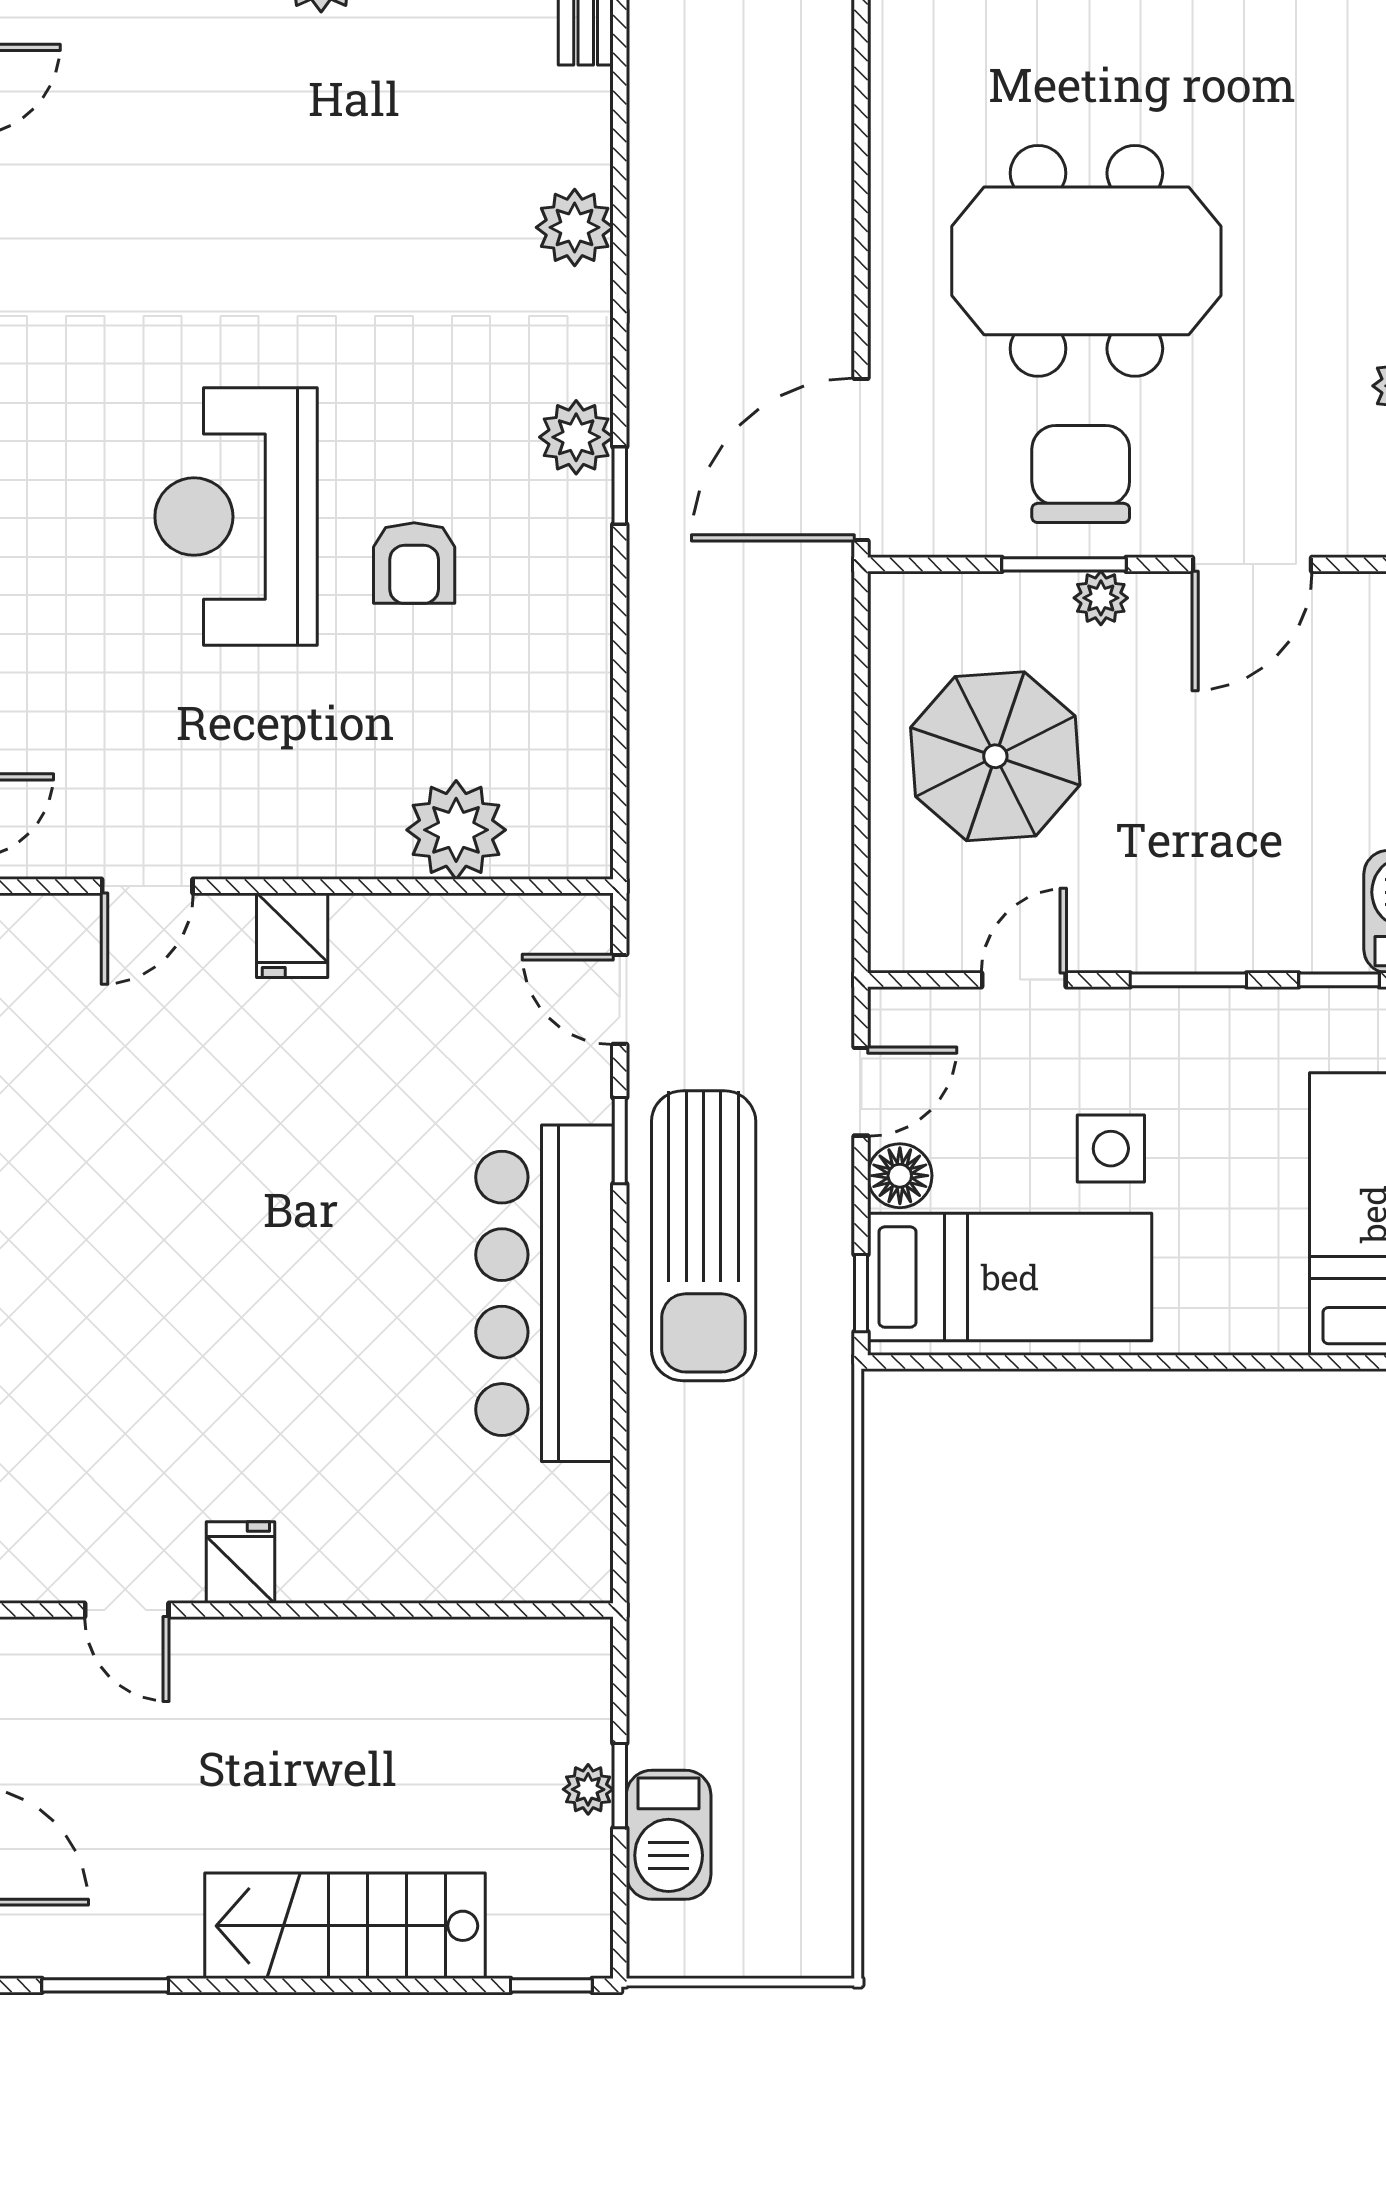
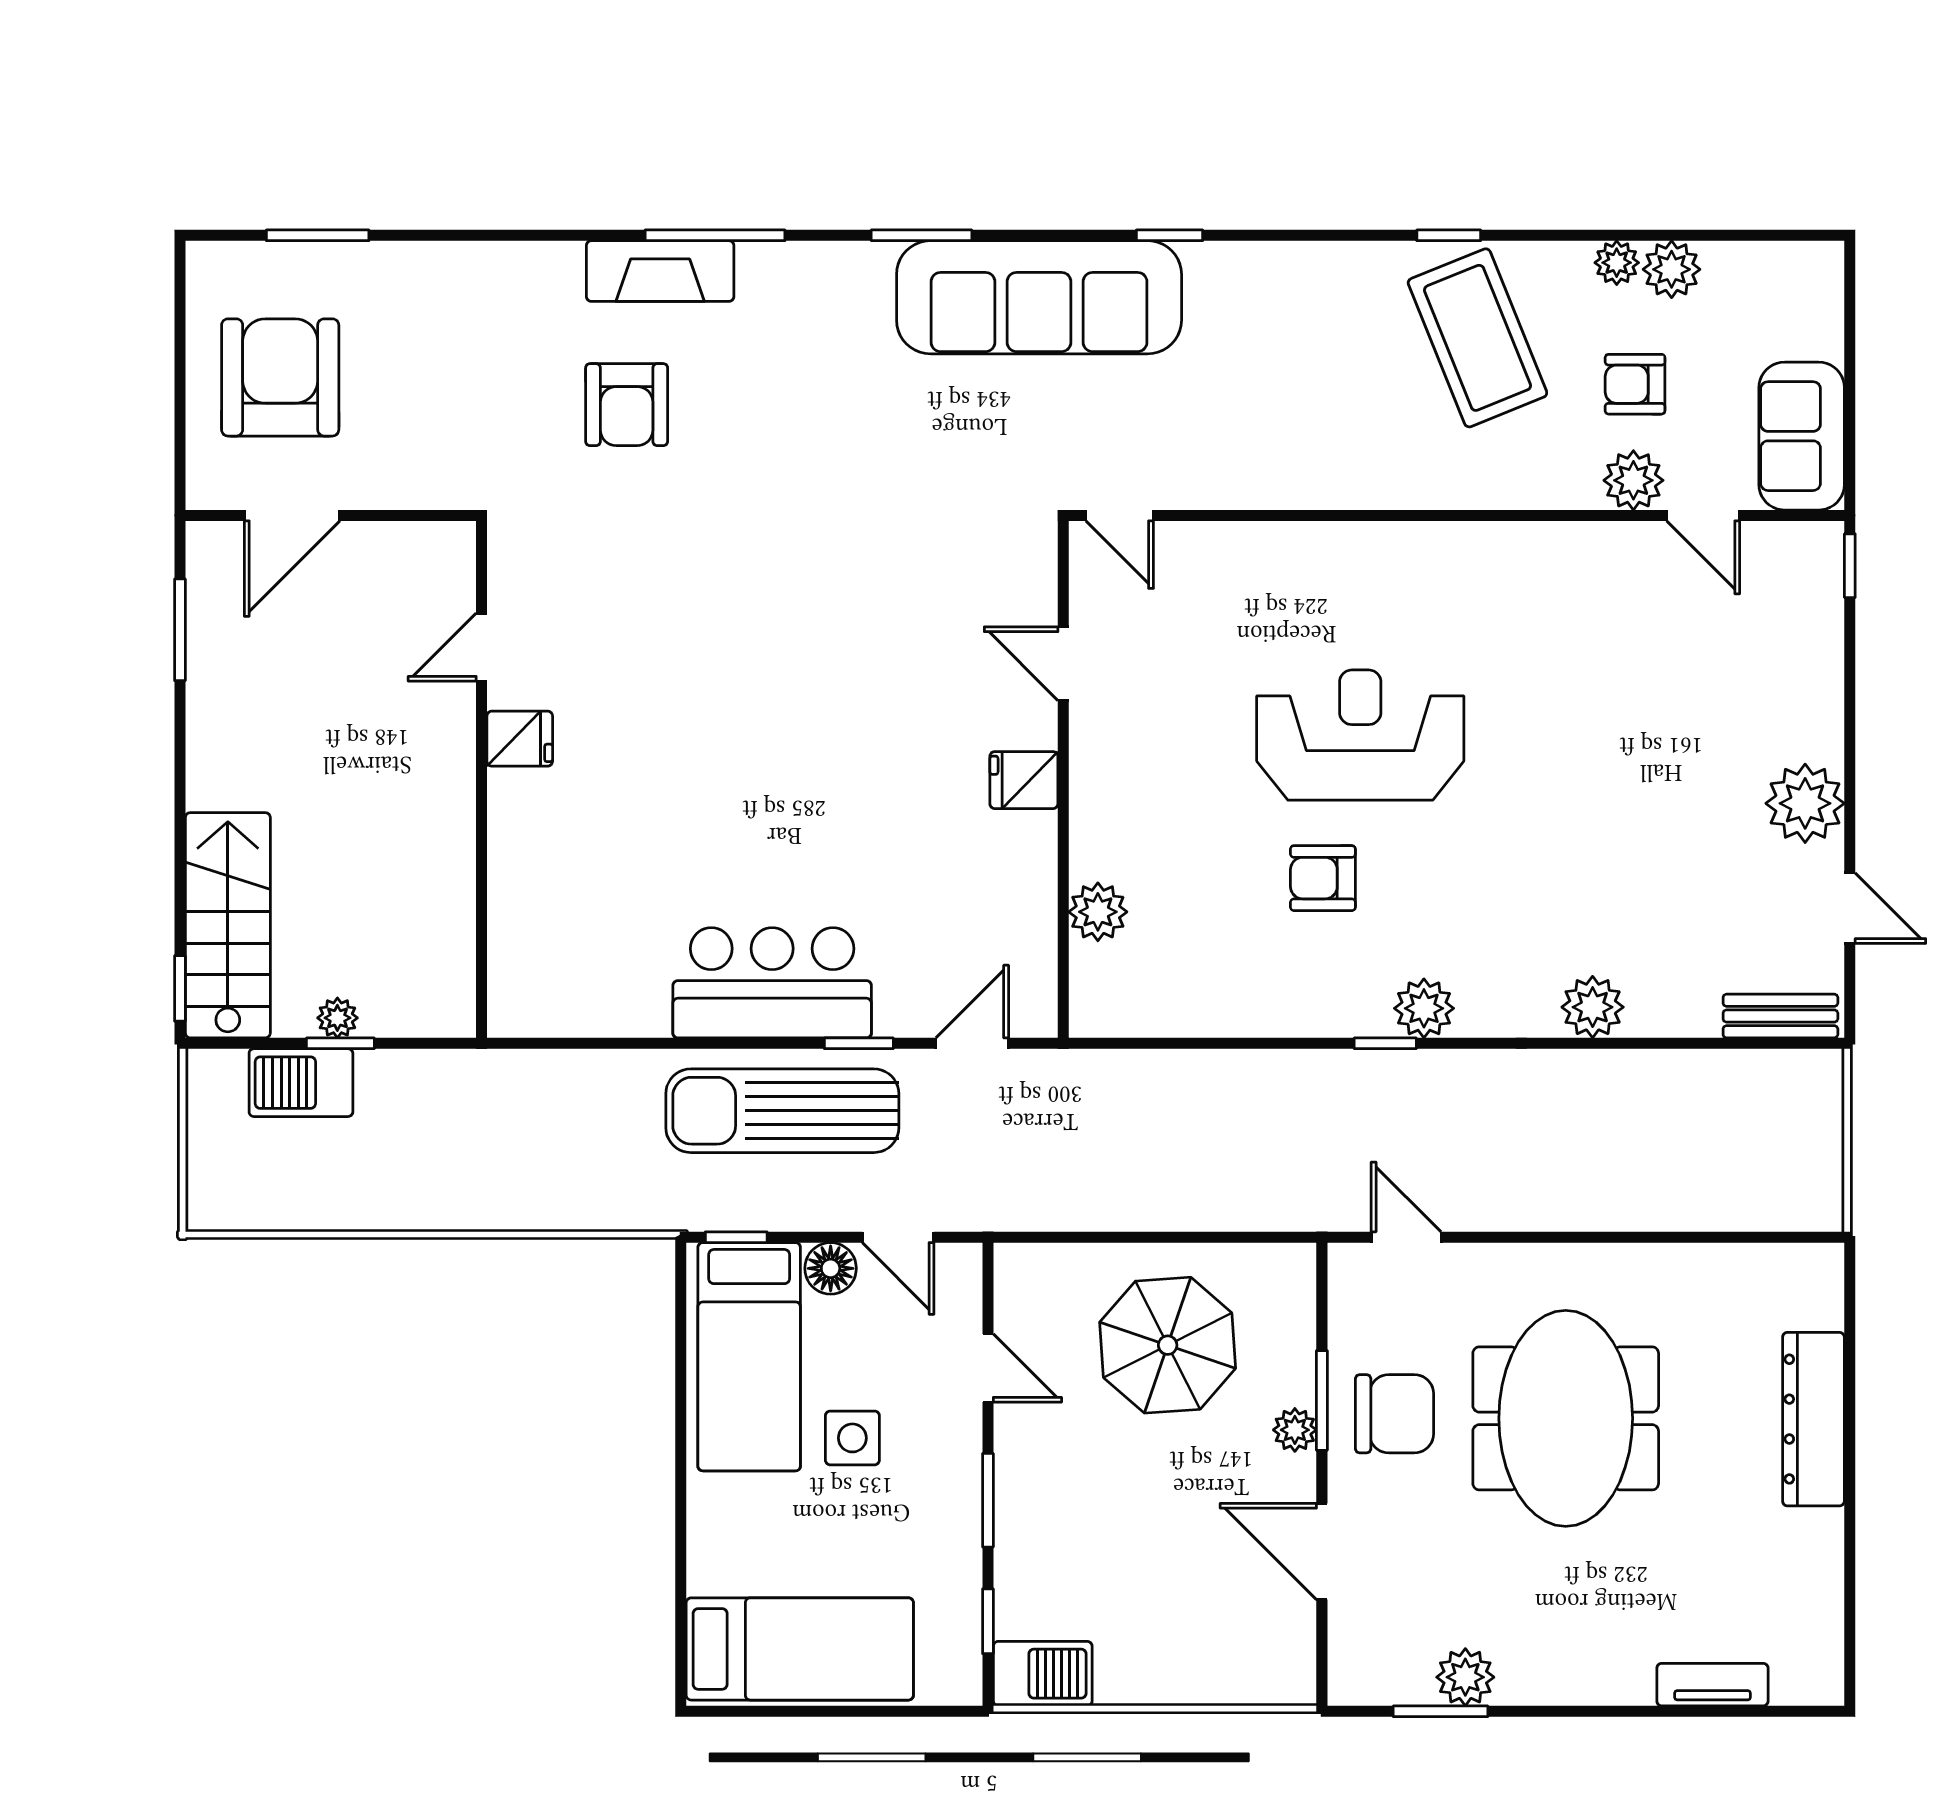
door: (861, 459) -> (1406, 1237), width x0.53
plant: (456, 830) -> (1098, 912), width x0.73, depth x0.73
bar counter: (544, 1293) -> (772, 983), width x0.73
stairs: (345, 1926) -> (228, 925), moved

